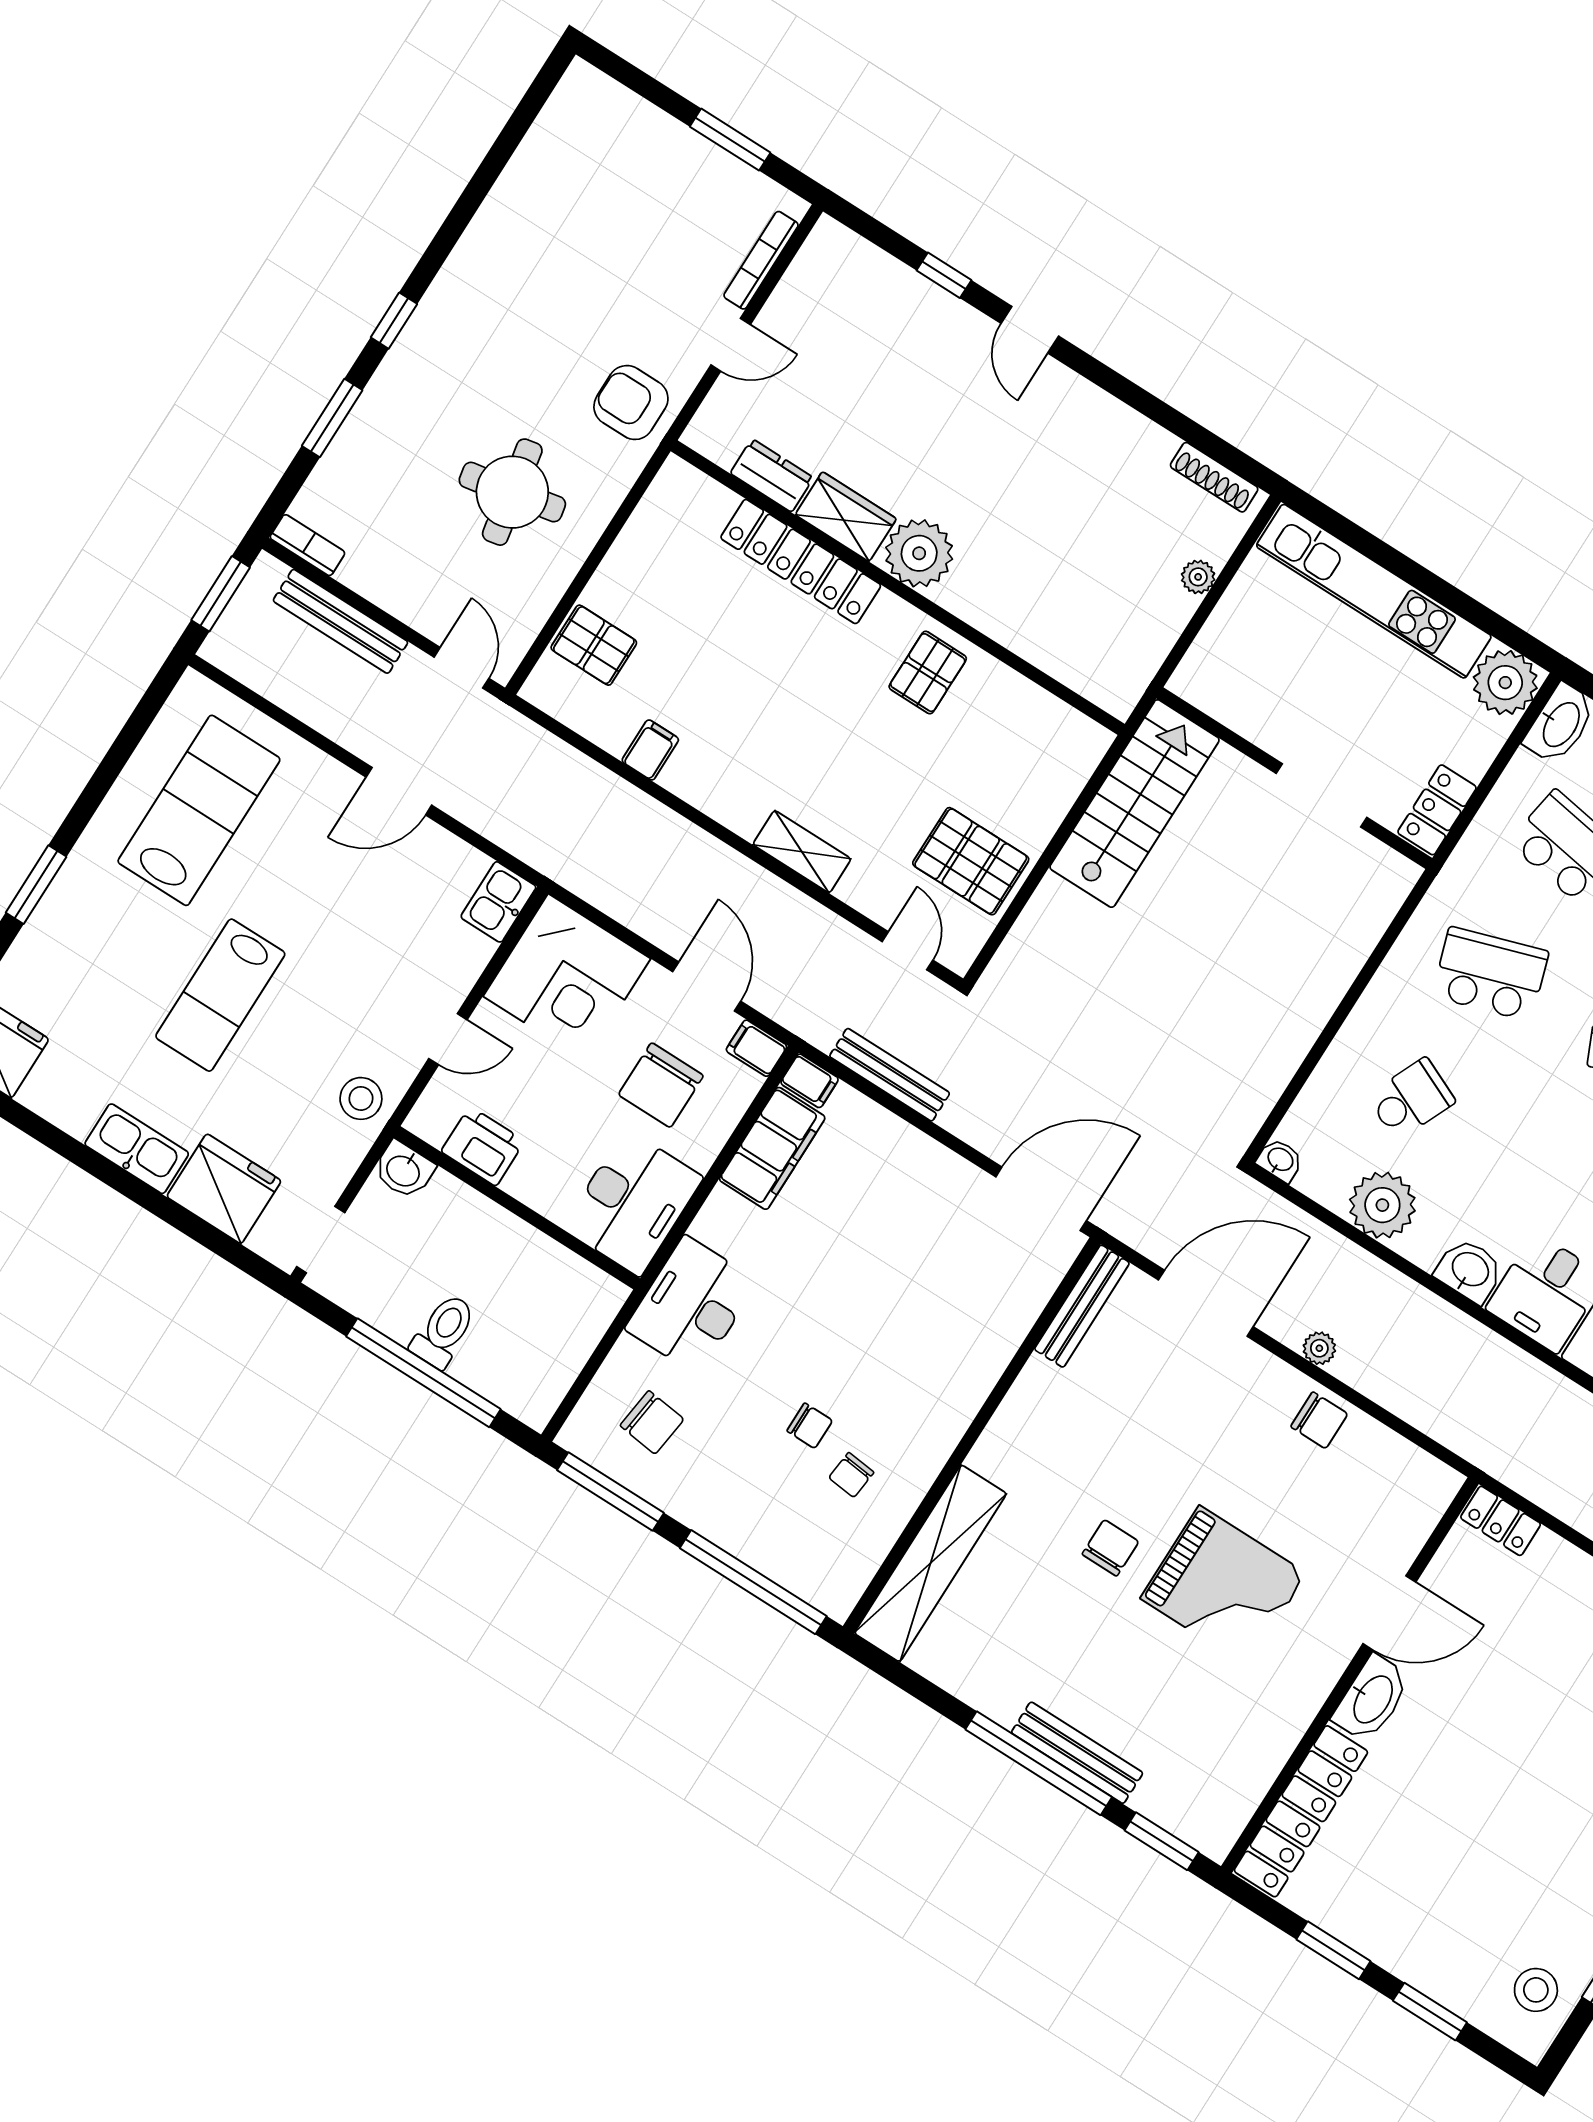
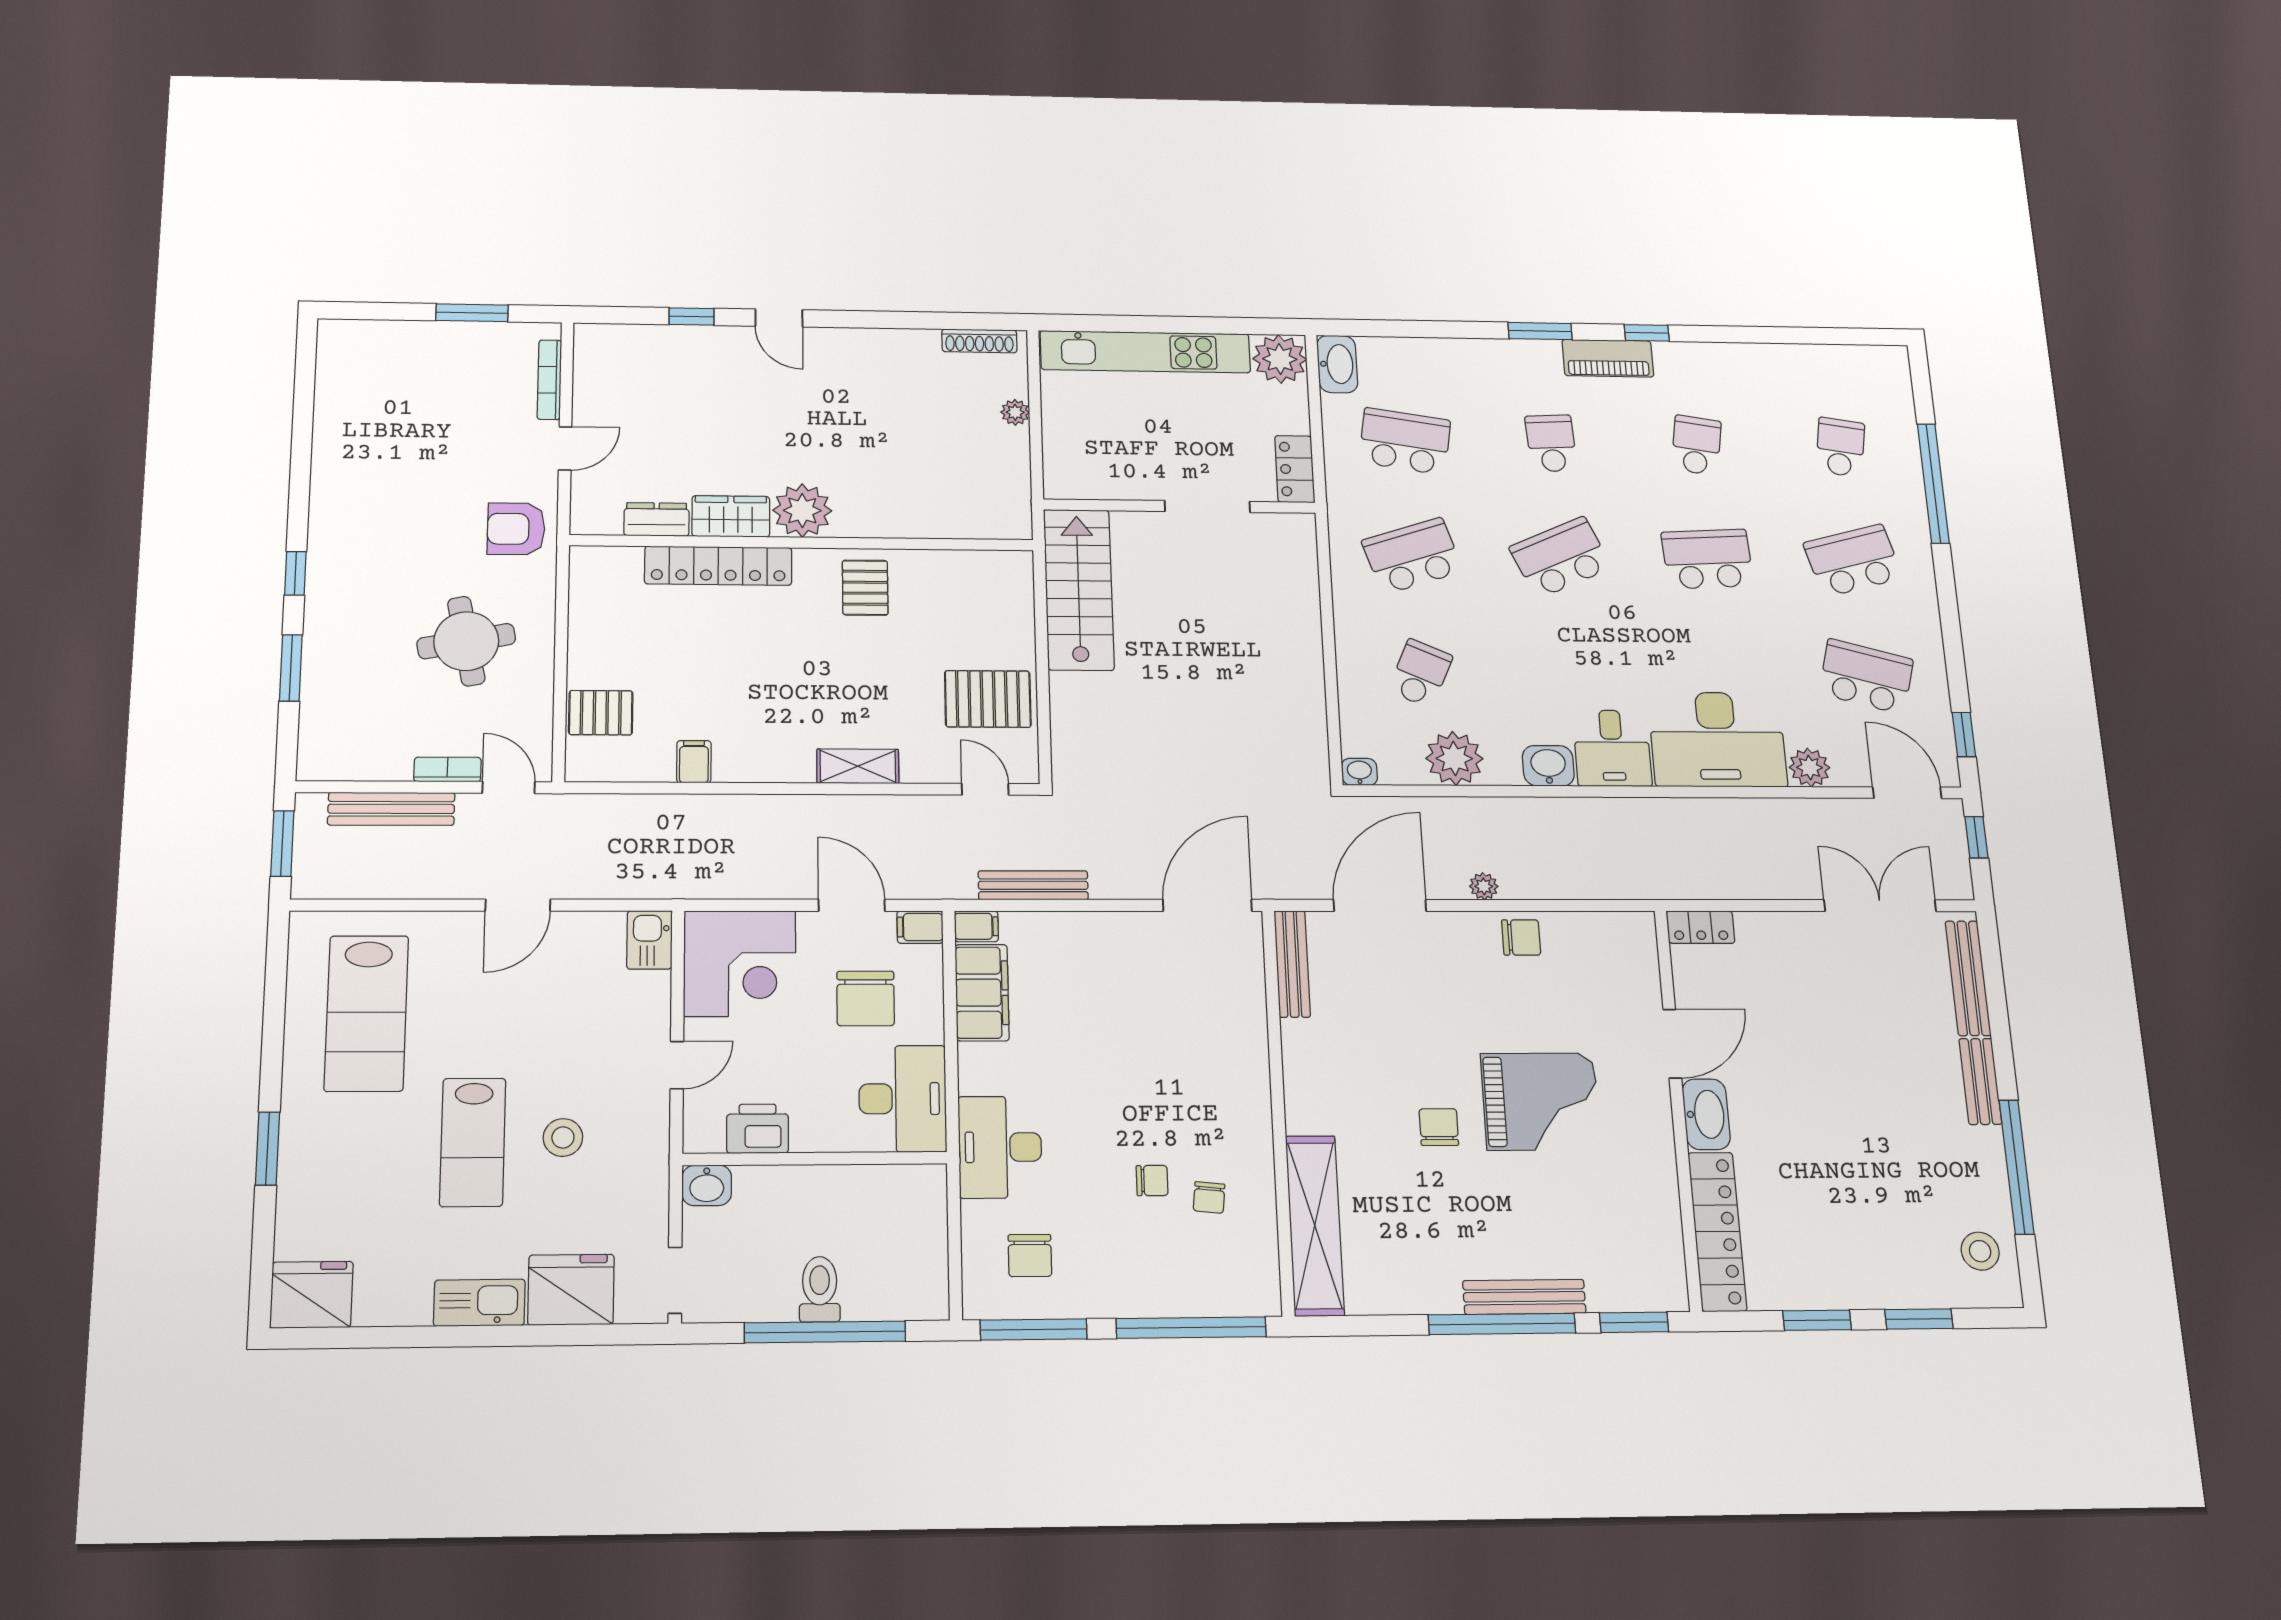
bookcase: (307, 545) -> (447, 770), moved
lab bench: (199, 810) -> (366, 1013), turned 180
stool: (361, 1098) -> (563, 1137), moved
chair: (652, 1422) -> (1030, 1255), turned 83

